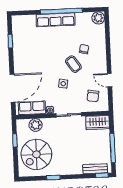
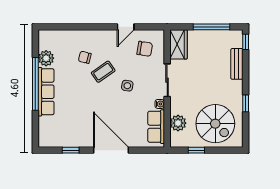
plant: (98, 18) -> (46, 58), moved
door: (12, 88) -> (111, 150), moved
bench: (95, 169) -> (237, 64), moved

